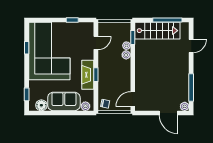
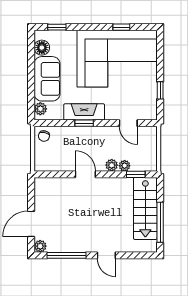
door: (191, 46) -> (106, 255), moved
door: (133, 99) -> (85, 174), moved

